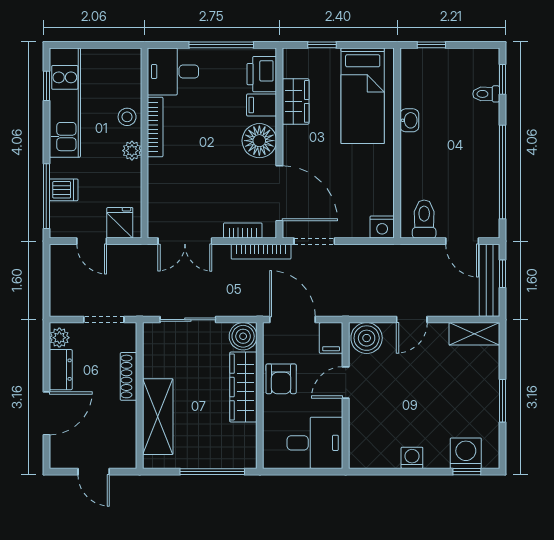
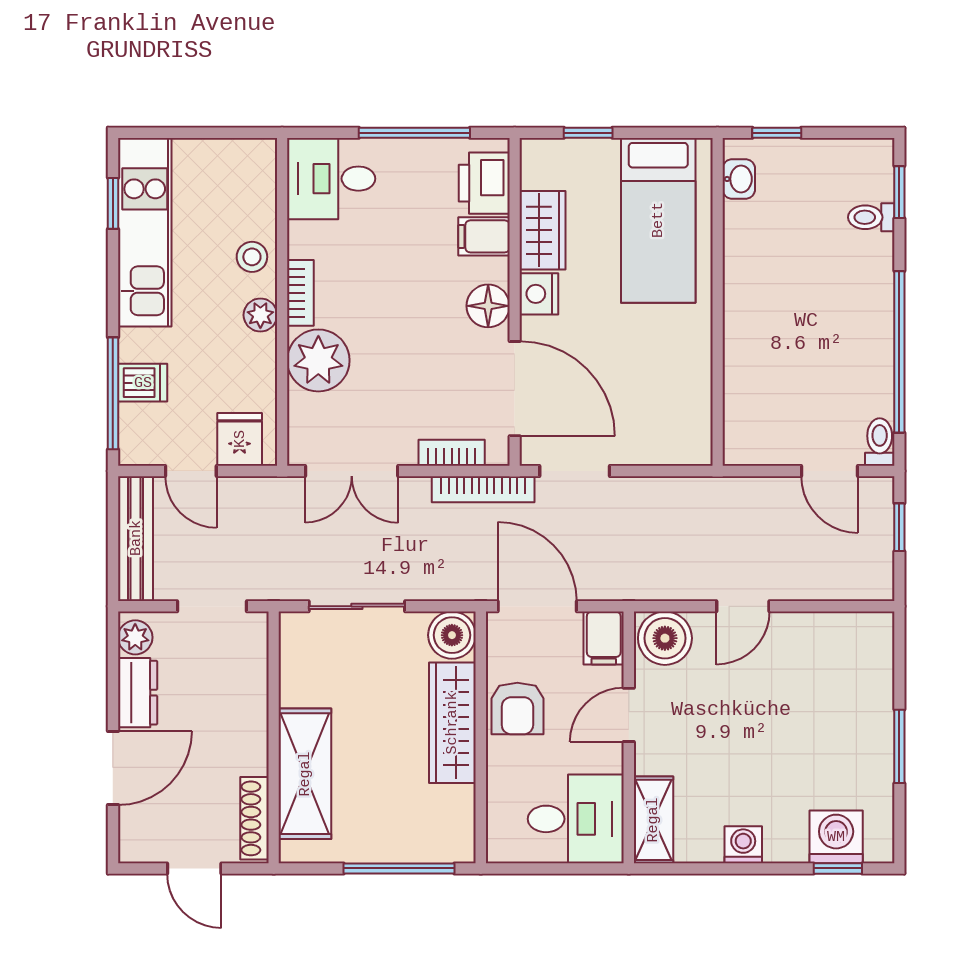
washbasin: (409, 120) -> (739, 179), moved
bookcase: (155, 127) -> (300, 293), width x0.64
floor lamp: (259, 141) -> (488, 306), width x0.73, depth x0.73
plant: (166, 177) -> (318, 360), added
toilet: (424, 219) -> (880, 442), moved, width x0.73, depth x0.72
nightstand: (382, 227) -> (539, 294), moved, turned 90
bench: (489, 280) -> (136, 538), moved
shelving: (474, 334) -> (653, 820), moved, turned 90
shoe rack: (129, 376) -> (255, 818), moved

